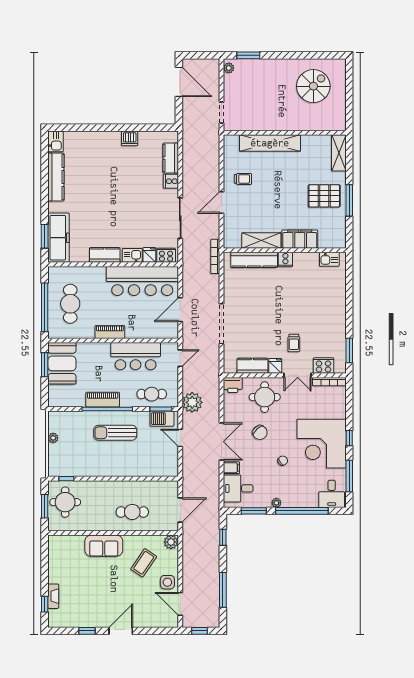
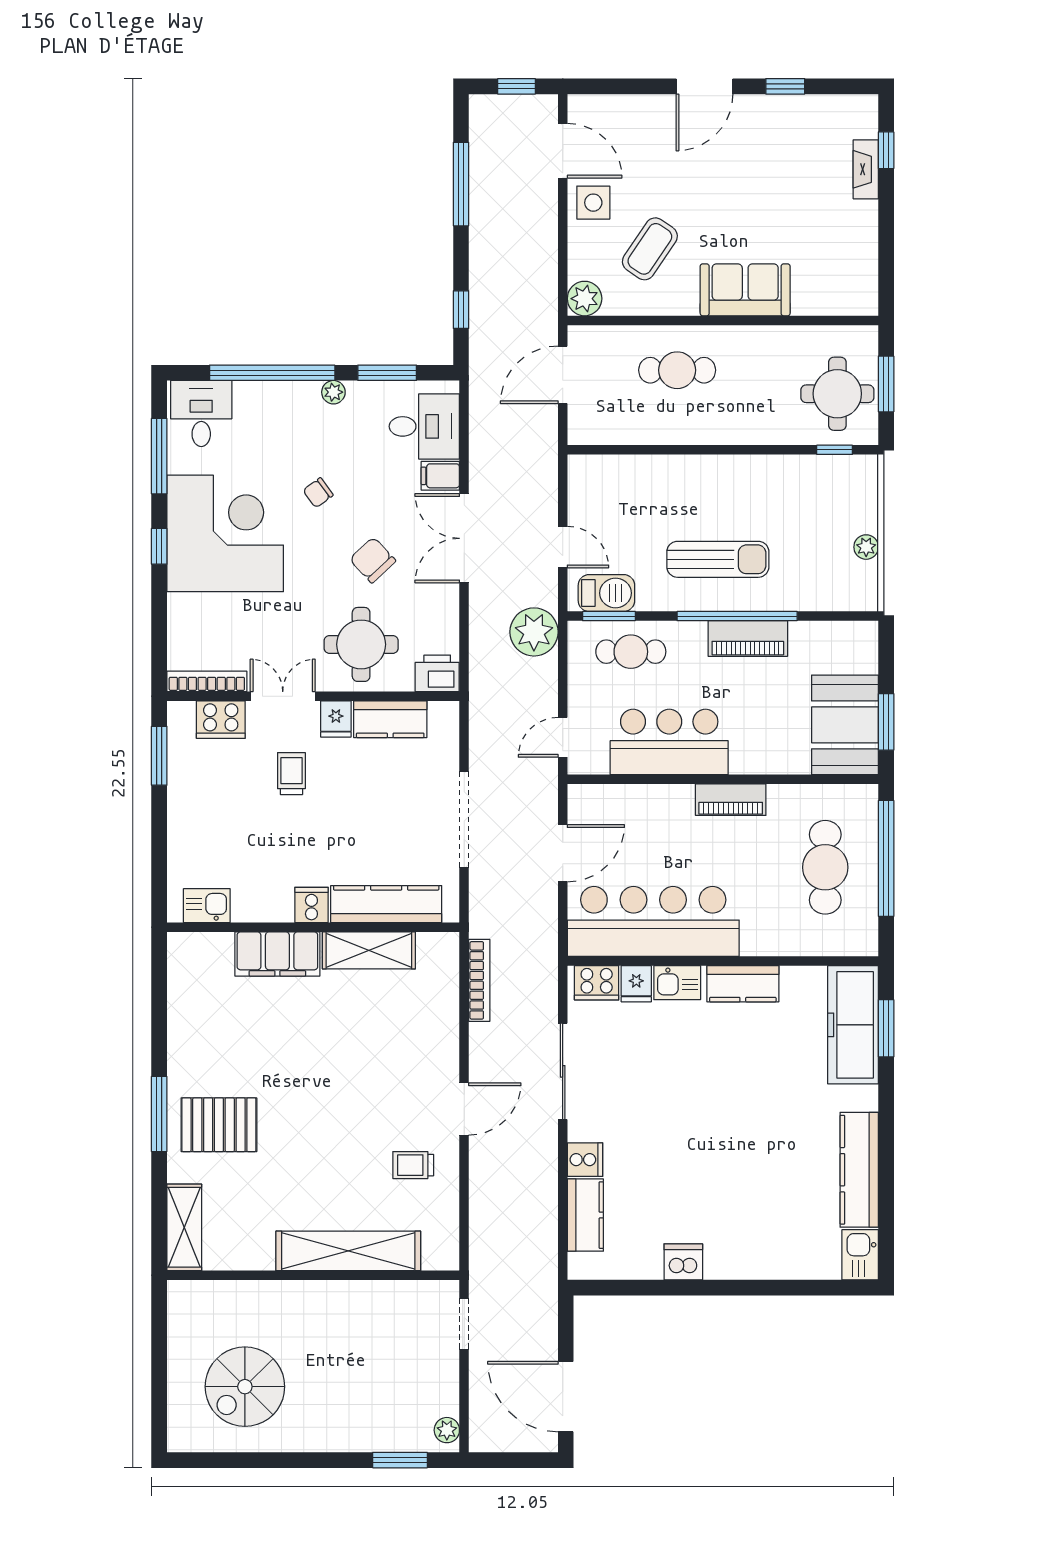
filing cabinet: (300, 239) -> (277, 954), moved
shelving: (261, 241) -> (369, 950), moved
wall: (285, 250) -> (313, 927), moved
kitchen sink: (329, 259) -> (207, 906), moved
kitchen counter: (254, 260) -> (386, 904), moved
cooker: (285, 260) -> (311, 905), moved

